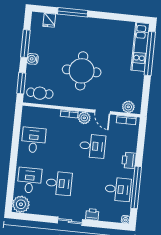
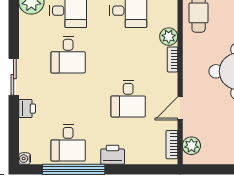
plant: (84, 118) -> (169, 37), moved

